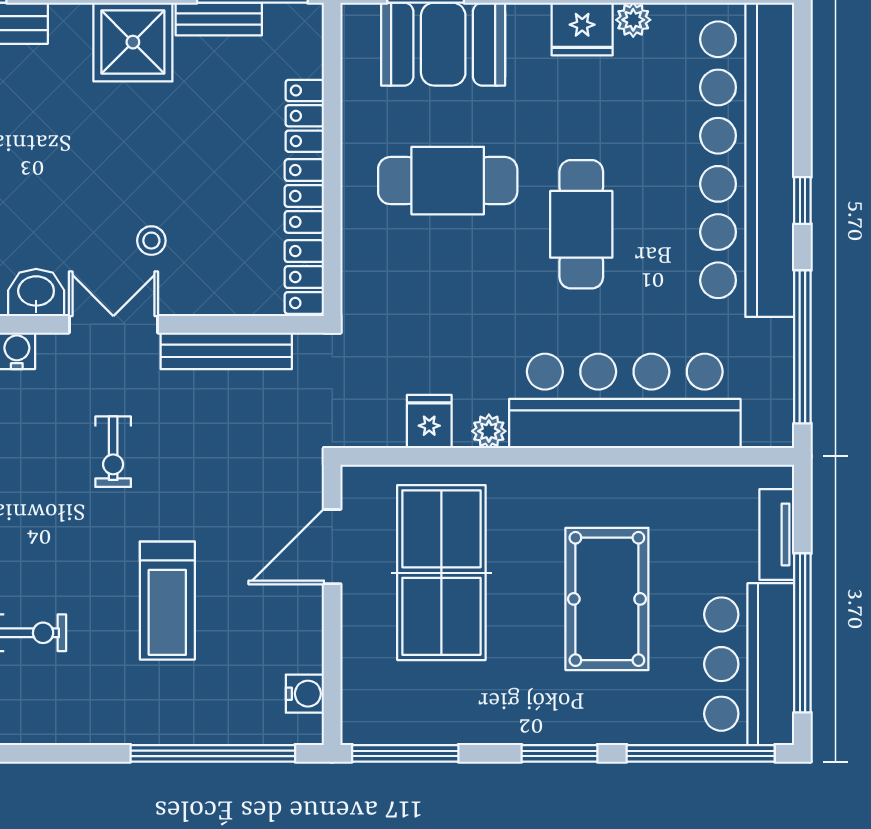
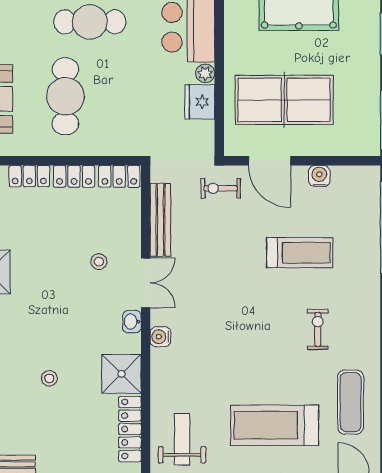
washbasin: (36, 292) -> (132, 322), width x0.72, depth x0.69
double door: (113, 324) -> (146, 283), swing flipped
fridge: (429, 421) -> (200, 102), width x1.38
exercise bike: (113, 452) -> (221, 188), moved, turned 180
water cooler: (305, 694) -> (319, 176), moved

